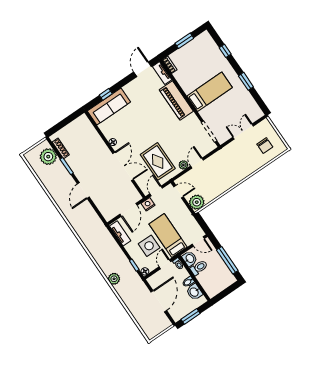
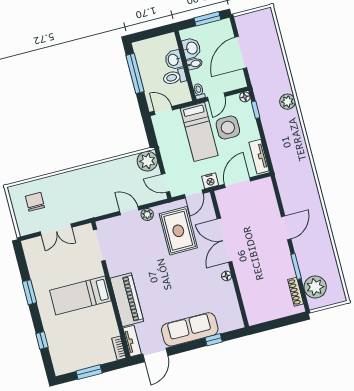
sofa: (109, 107) -> (190, 329), moved
door: (197, 163) -> (129, 211), swing flipped
washbasin: (190, 259) -> (174, 60), moved

